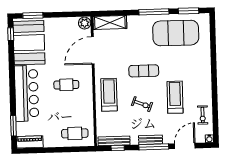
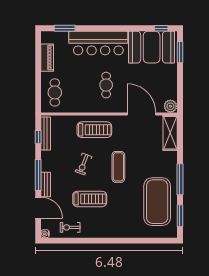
bench: (151, 140) -> (46, 184), moved
piano: (30, 142) -> (47, 58), moved

